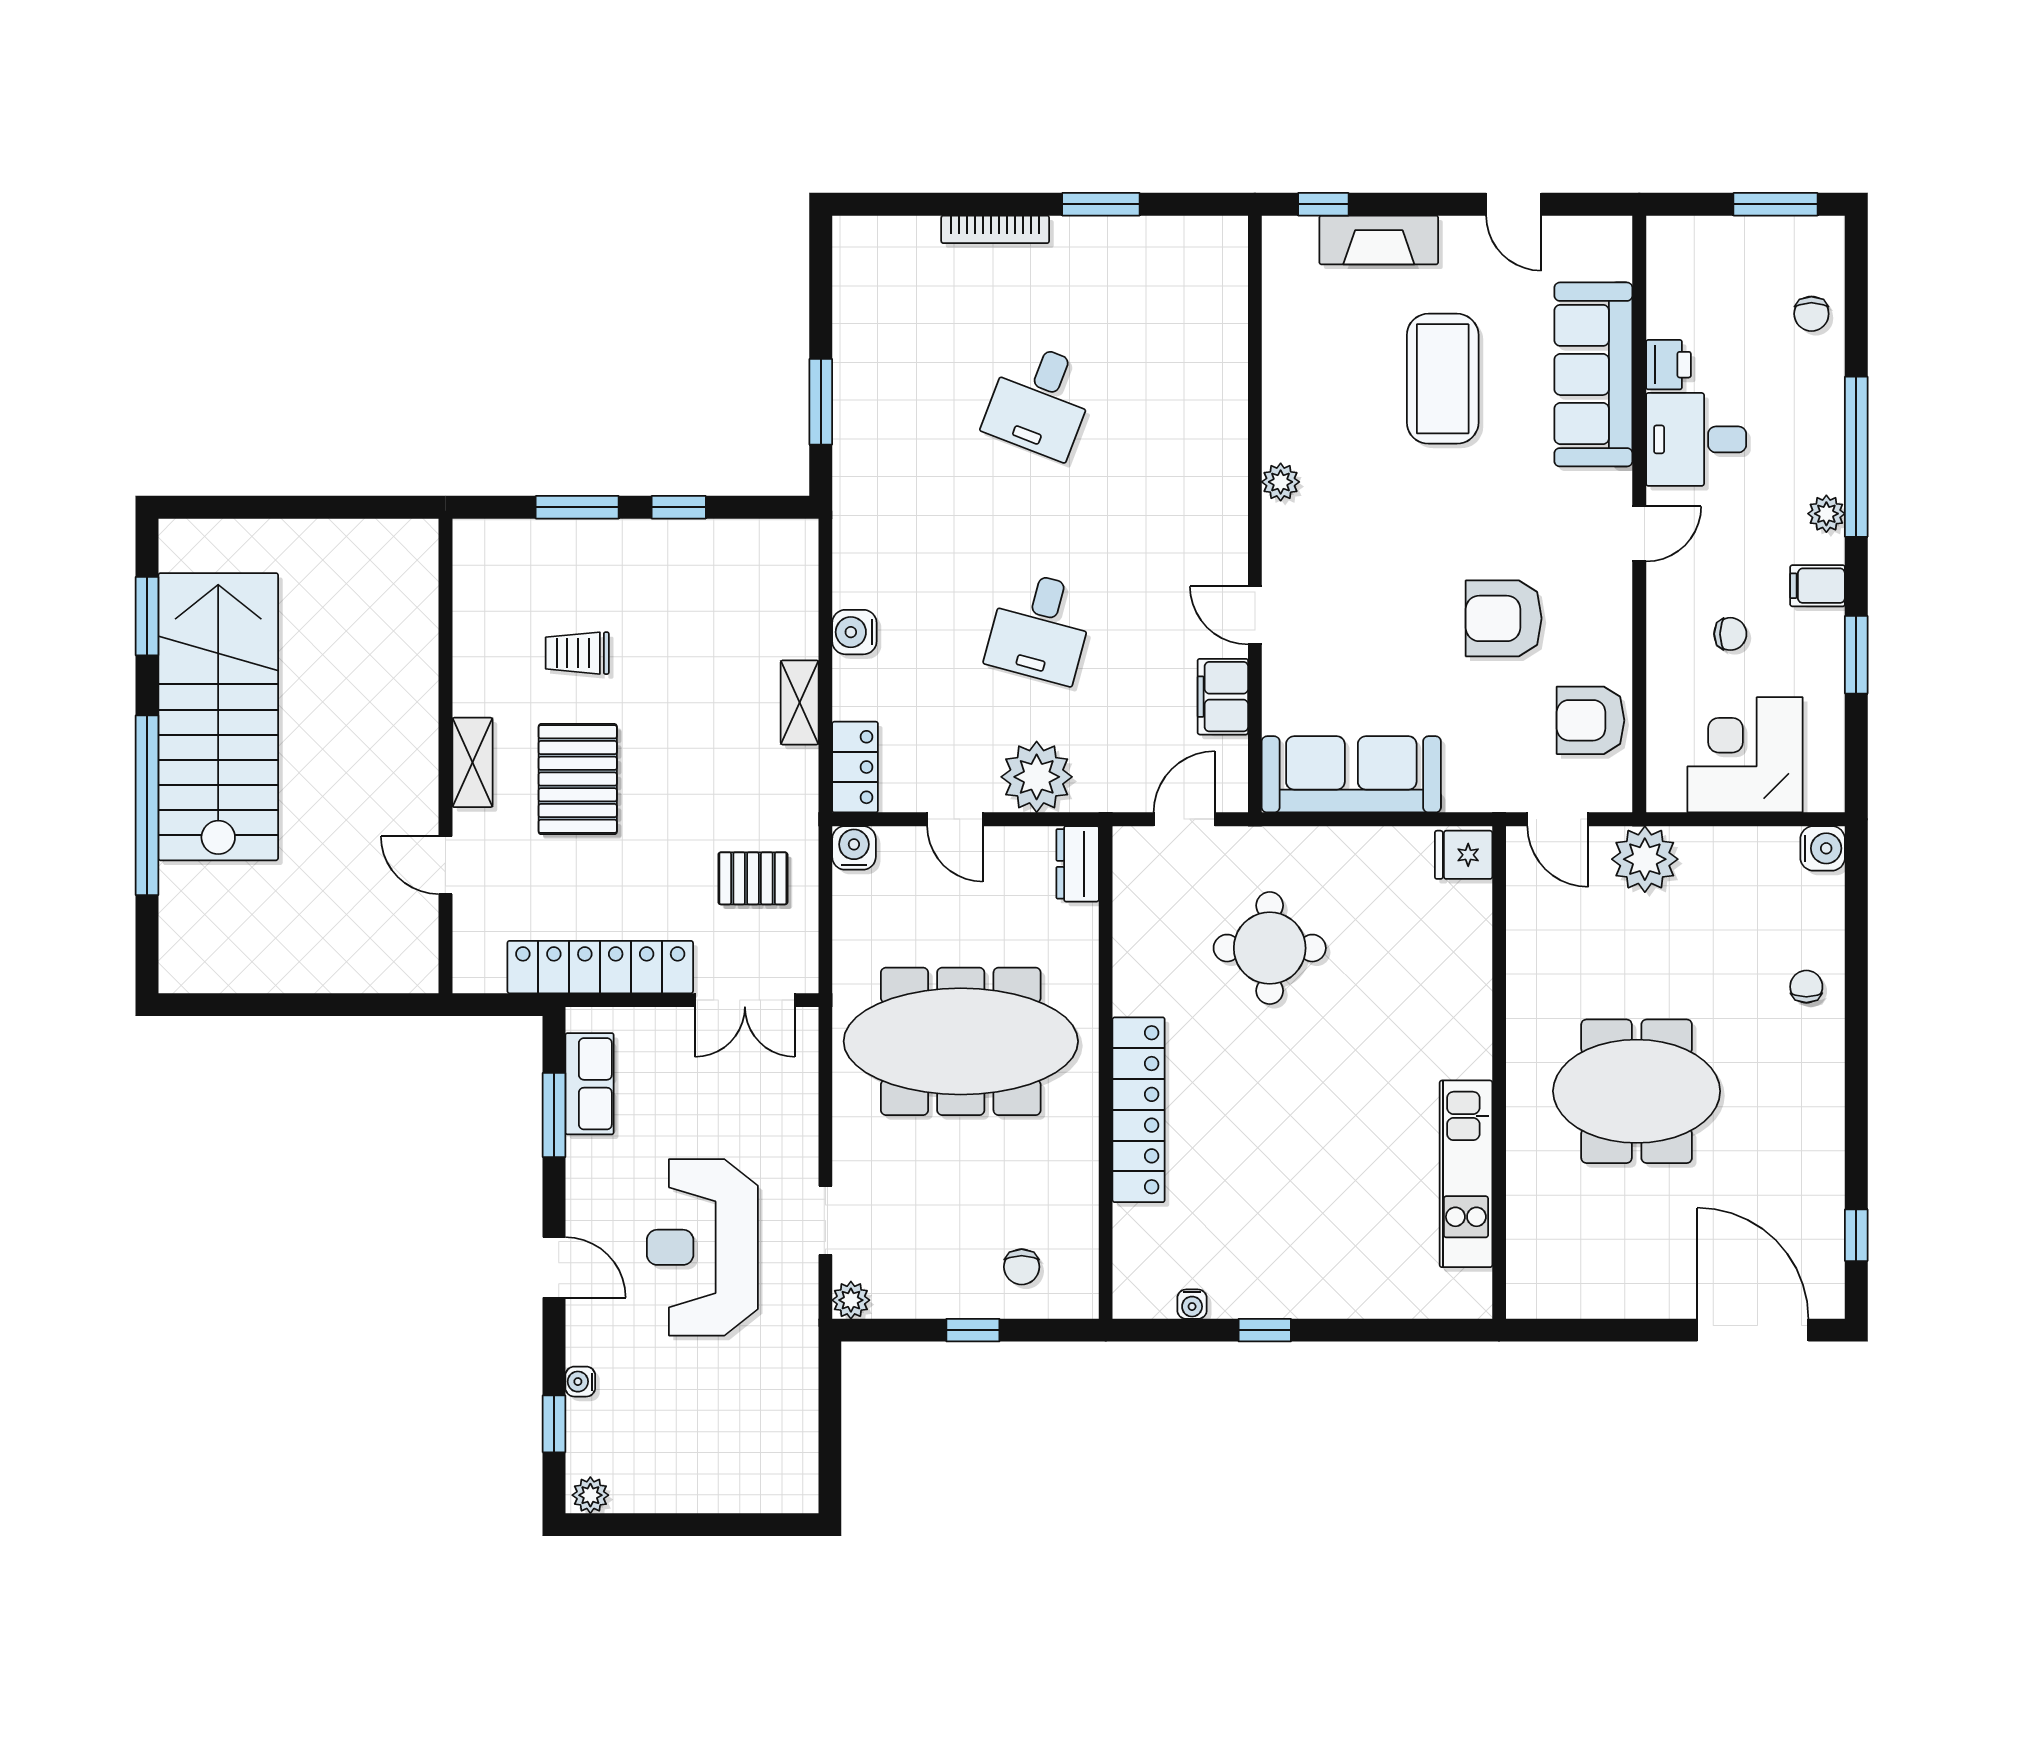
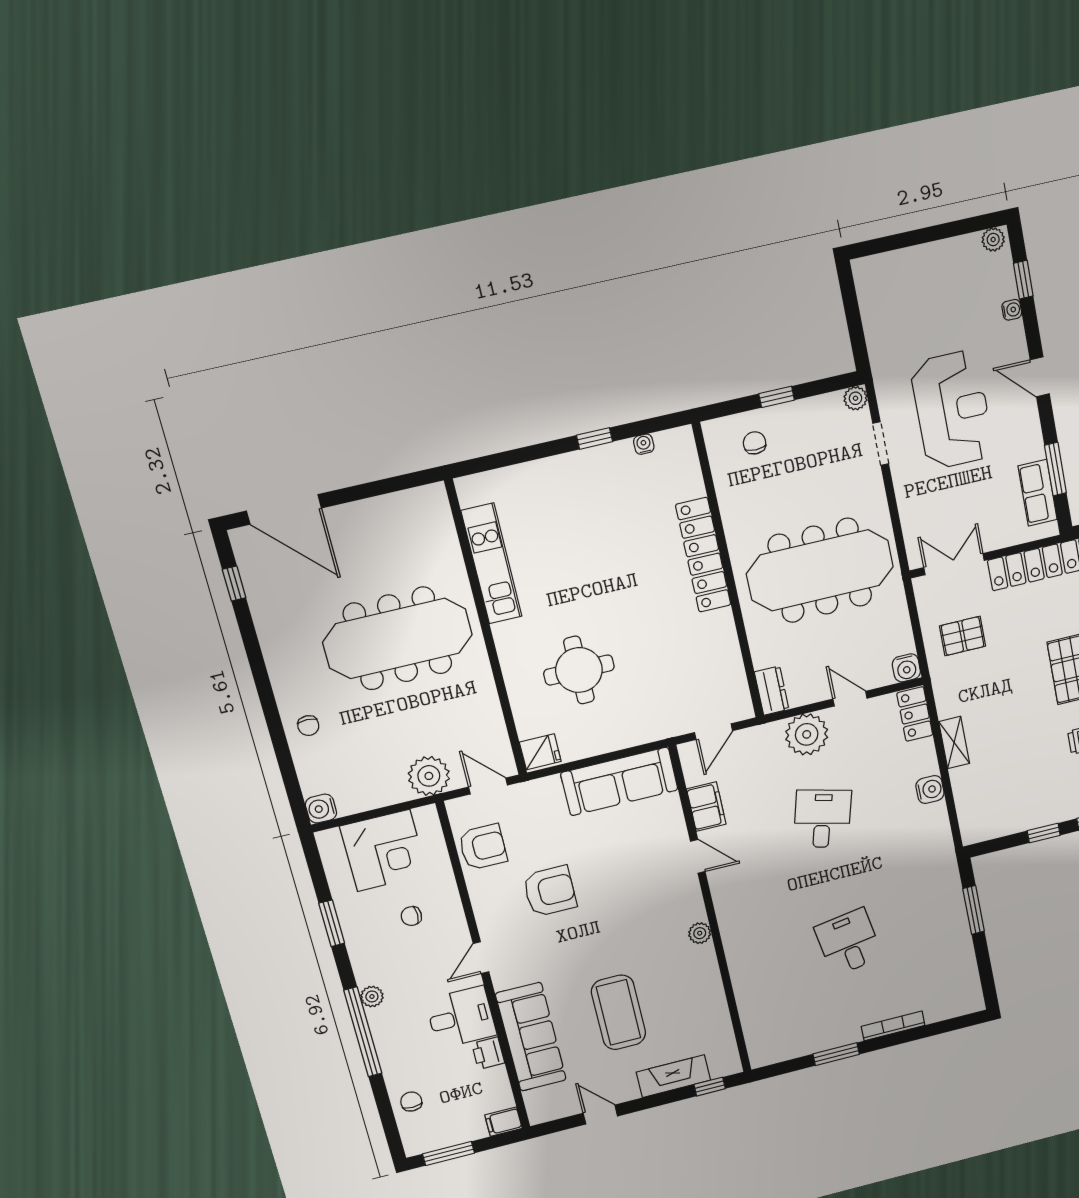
desk: (1040, 401) -> (849, 942), turned -30
filing cabinet: (1818, 586) -> (503, 1122), moved, turned 180
round table: (1270, 948) -> (579, 670), moved
meeting table: (1637, 1091) -> (398, 638), width x1.36

